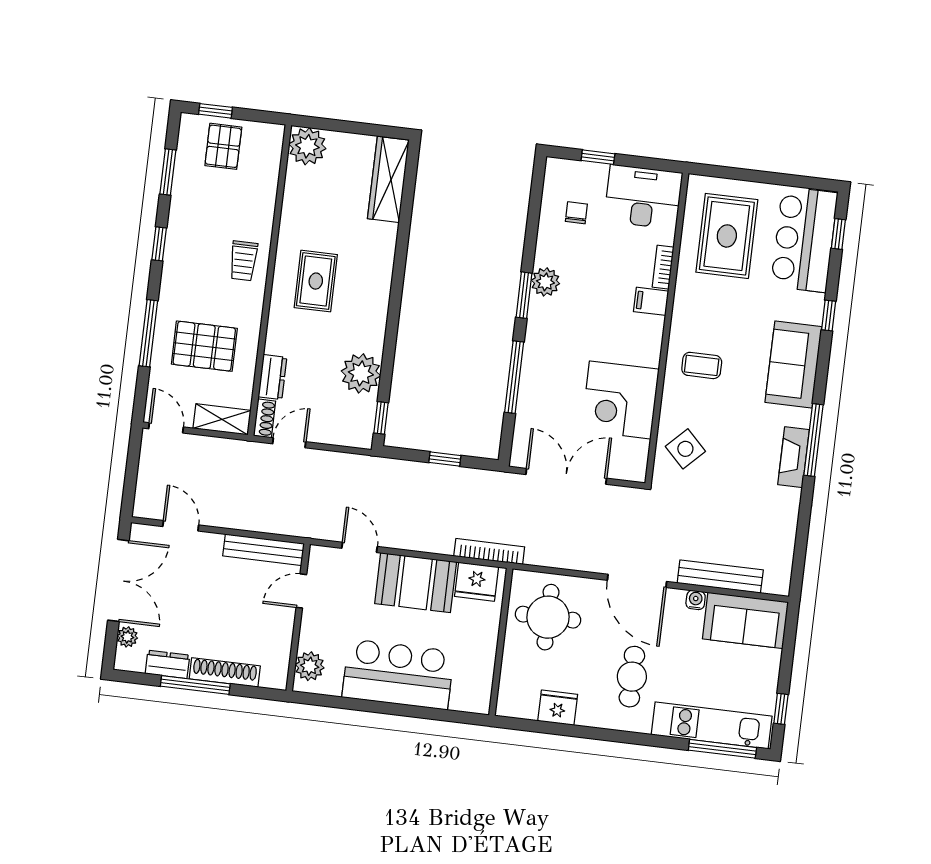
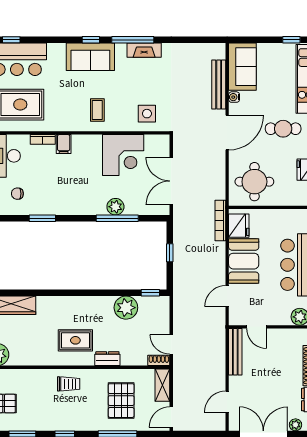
plant: (545, 282) -> (115, 207), moved
window: (524, 295) -> (42, 218), moved
window: (829, 316) -> (91, 40), moved
dresser: (273, 377) -> (107, 359), moved
side table: (685, 449) -> (147, 114), turned 45

